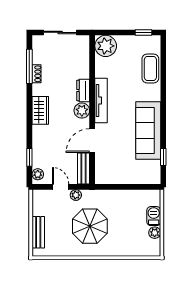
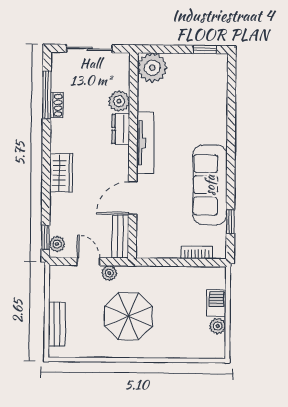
coffee table: (150, 68) -> (214, 99), removed
wardrobe: (40, 110) -> (61, 173), moved
plant: (82, 111) -> (119, 101), moved
window: (29, 157) -> (46, 237), moved
bookcase: (139, 179) -> (197, 252), added

